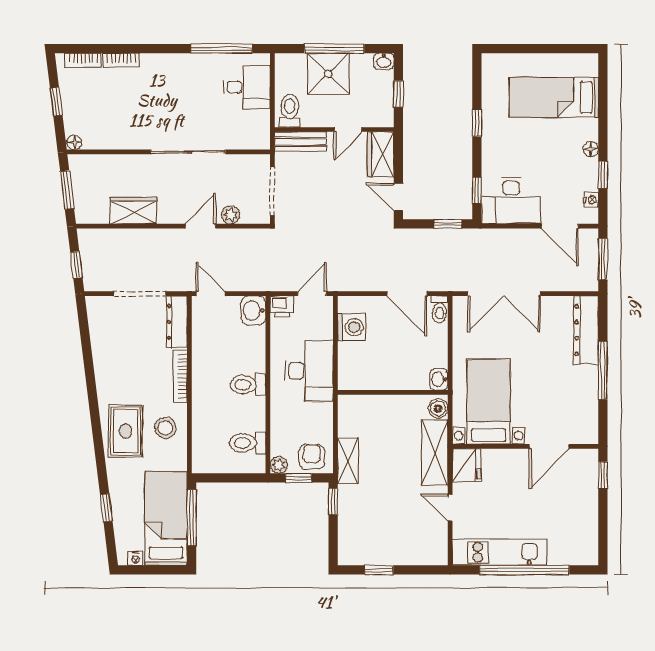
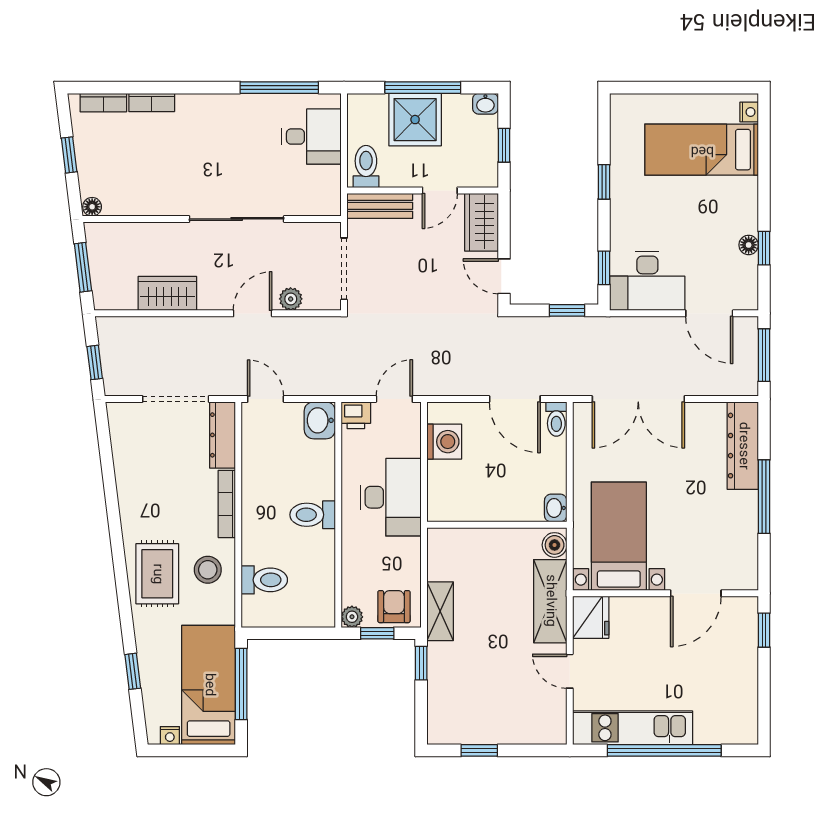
floor lamp: (591, 149) -> (749, 245), moved
nightstand: (591, 200) -> (749, 112), moved
toilet: (248, 443) -> (264, 580), moved, turned 180

